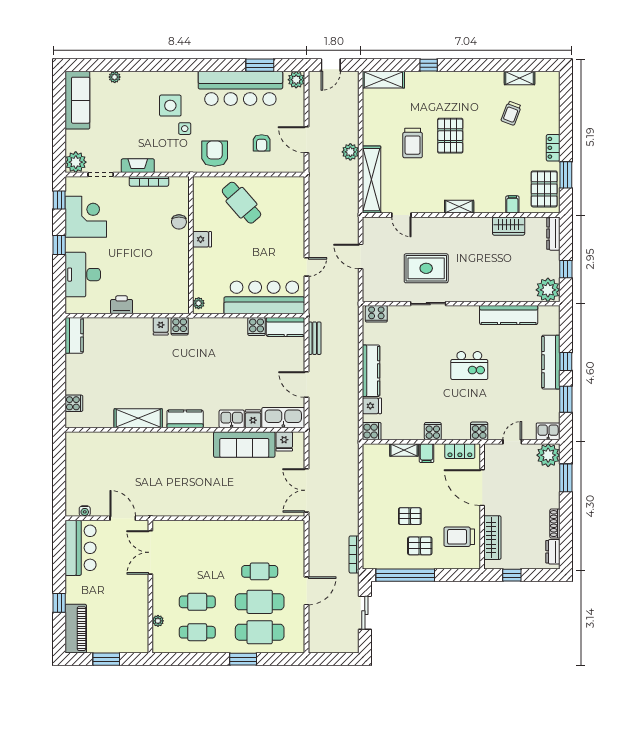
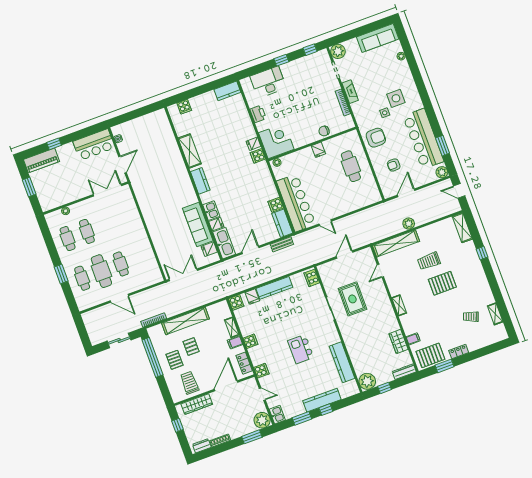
cafe table: (241, 203) -> (351, 166), turned -49
corner desk: (86, 217) -> (276, 141), moved, turned -90
shelving: (372, 511) -> (186, 321), added
cafe table: (260, 632) -> (82, 278), width x0.73, depth x0.74

